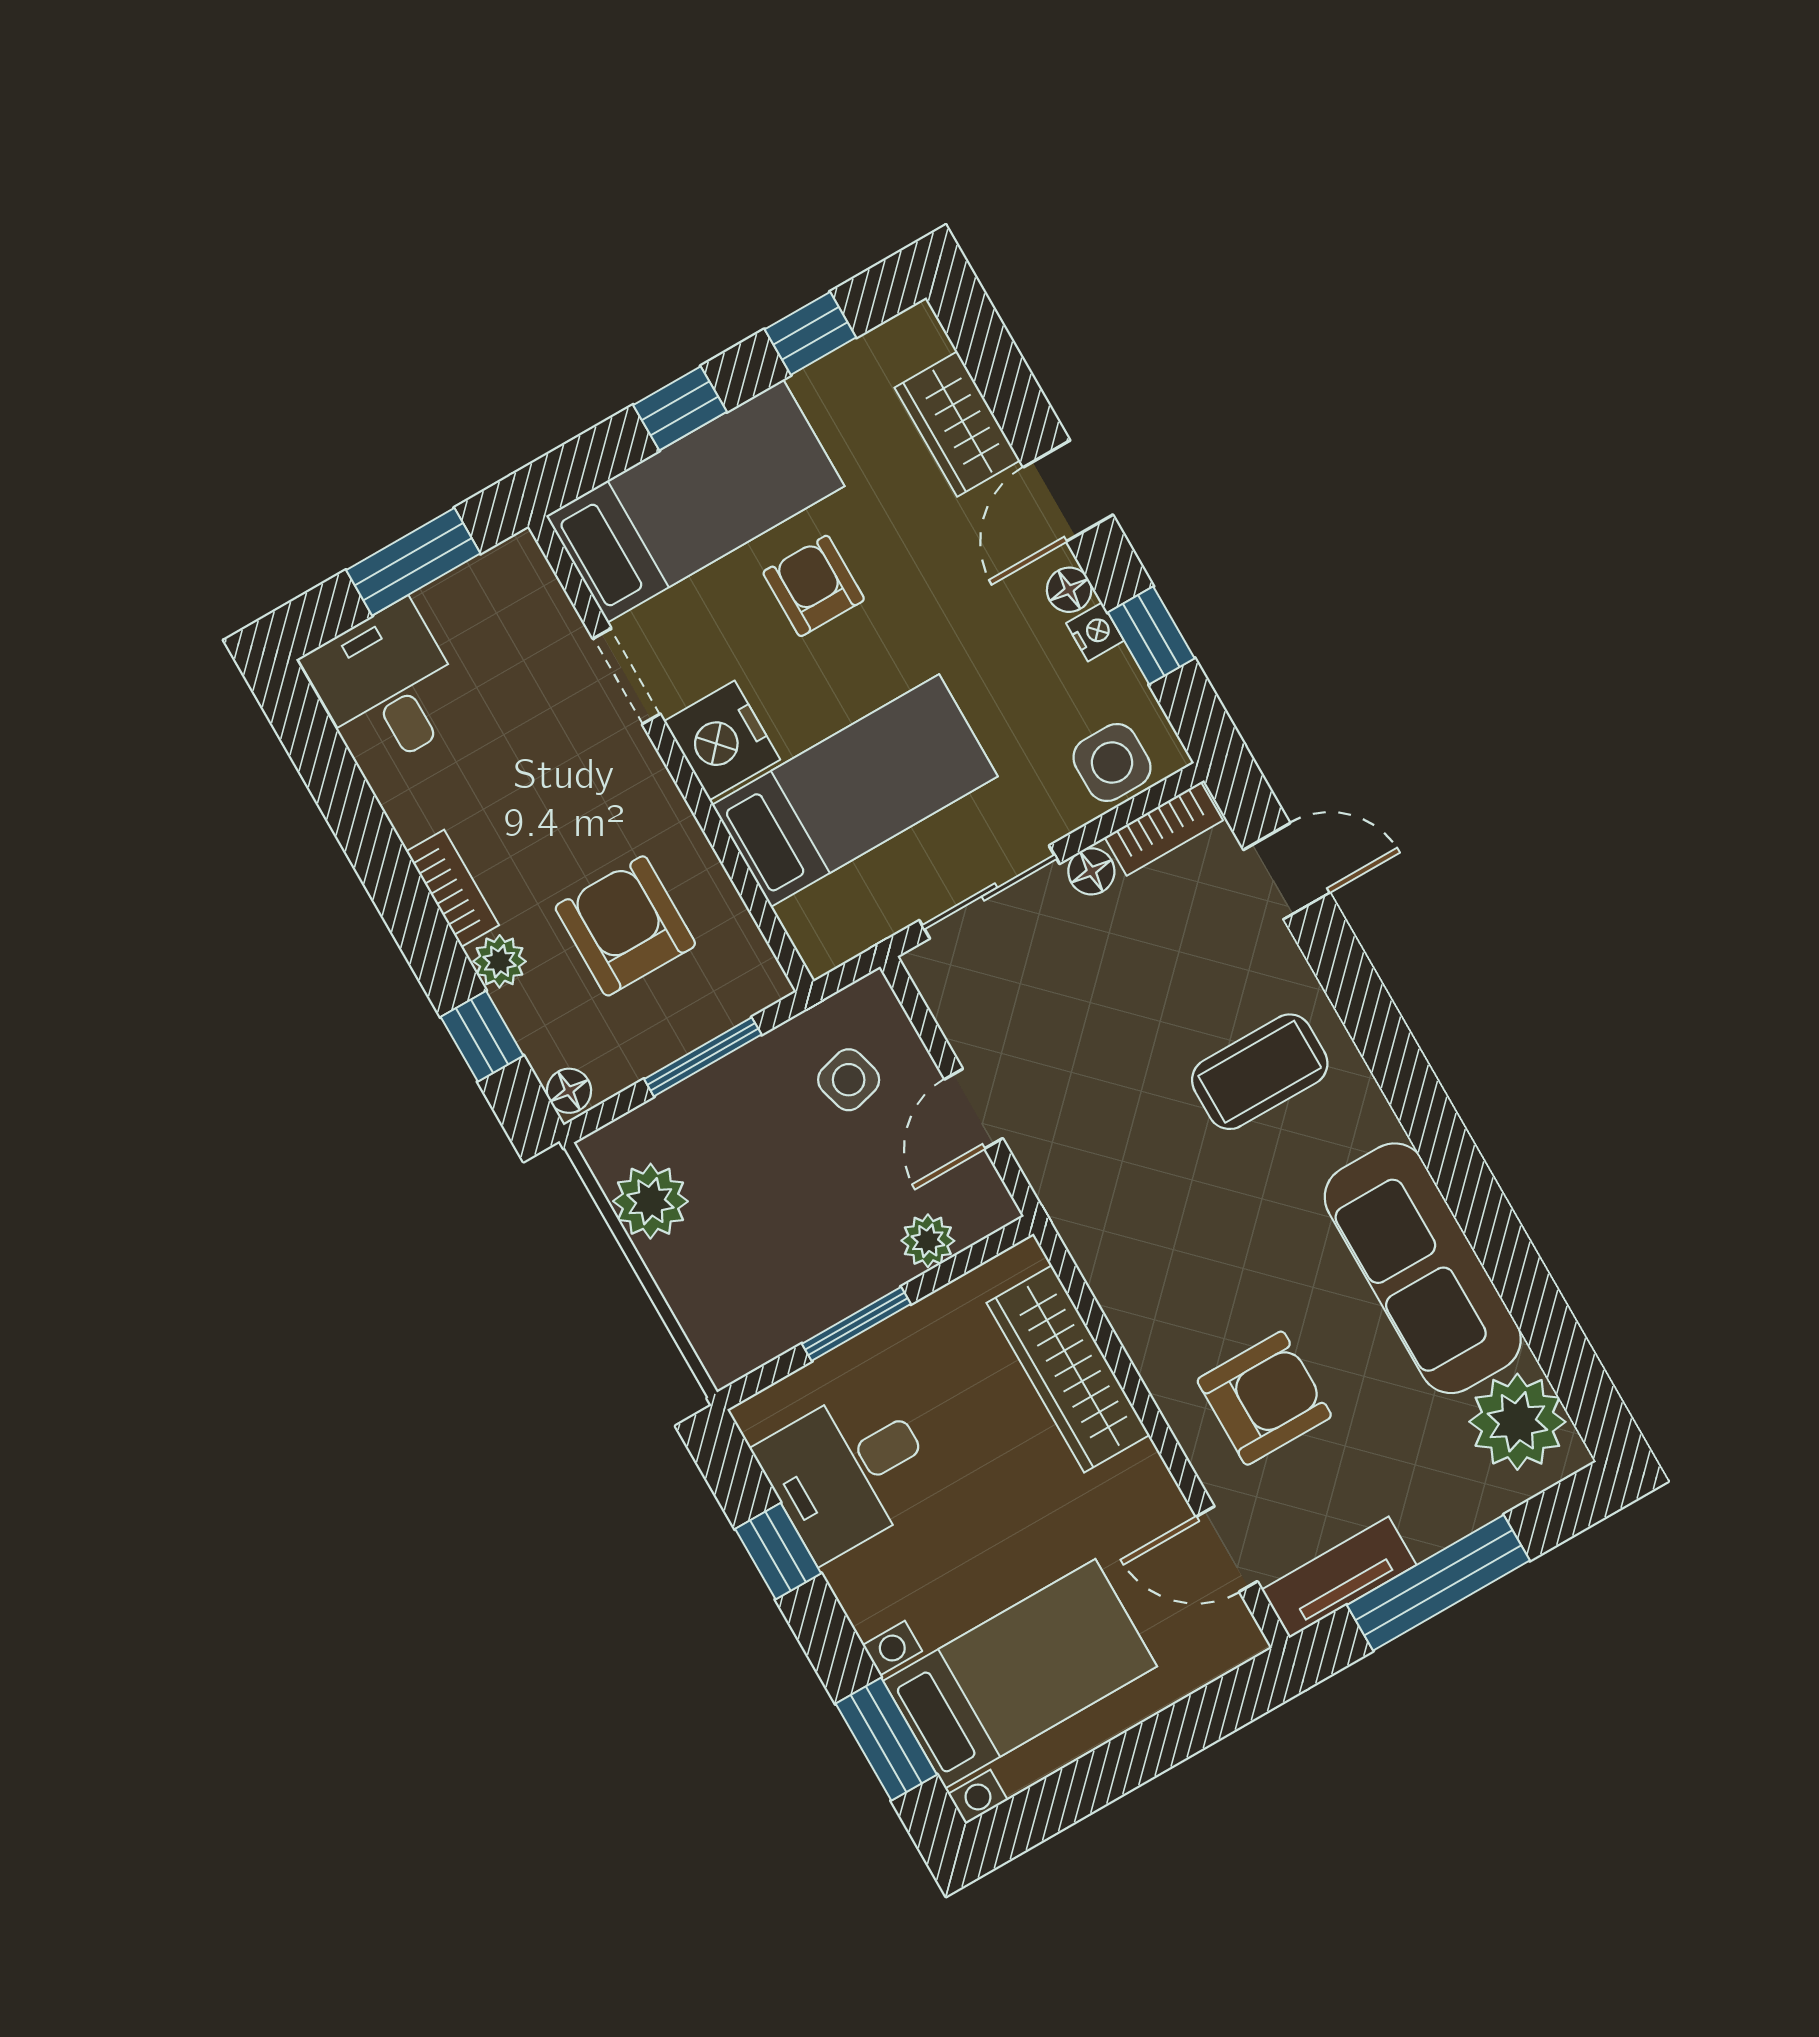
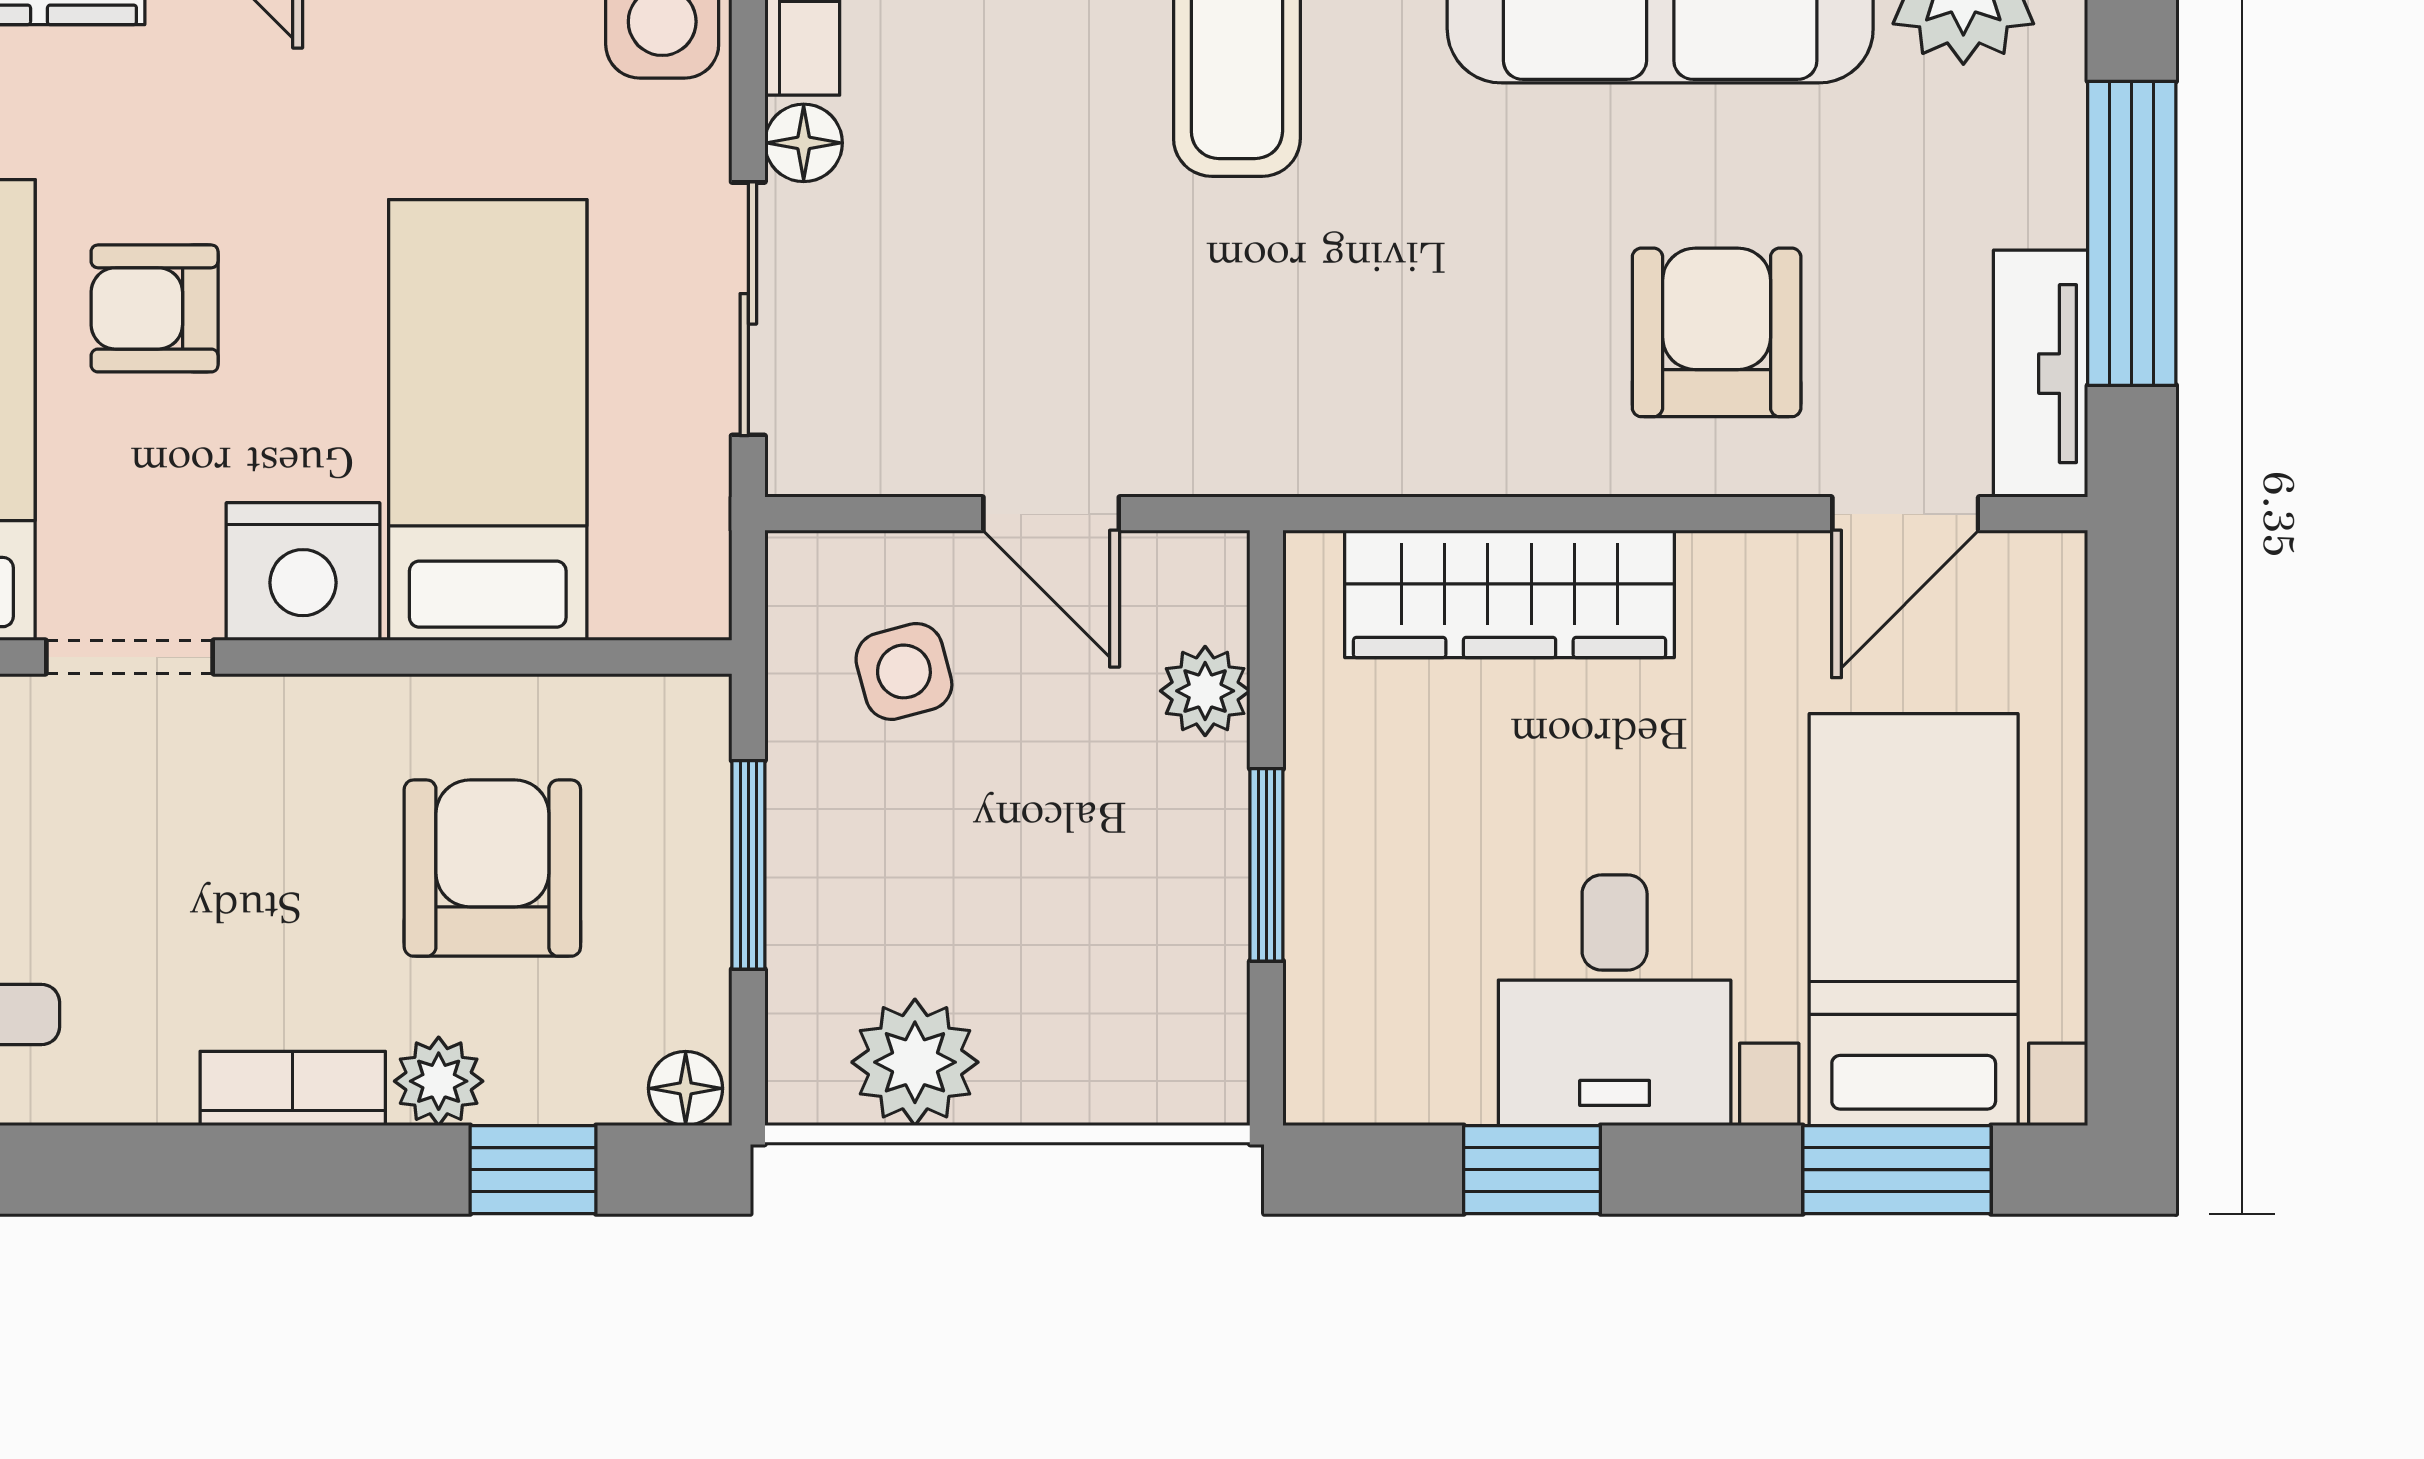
armchair: (625, 926) -> (492, 868), turned 90
desk: (848, 1471) -> (1615, 1000), moved

